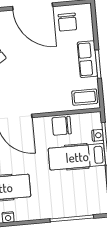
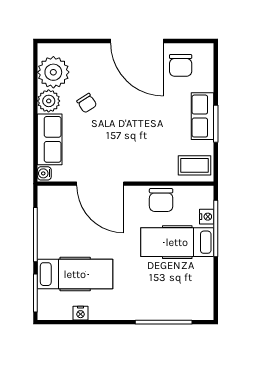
chair: (62, 126) -> (161, 200), turned -90

